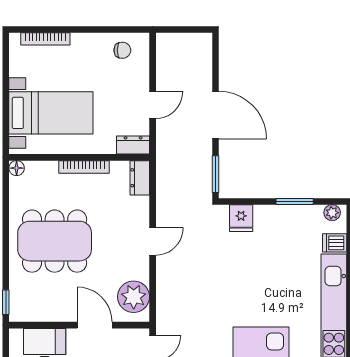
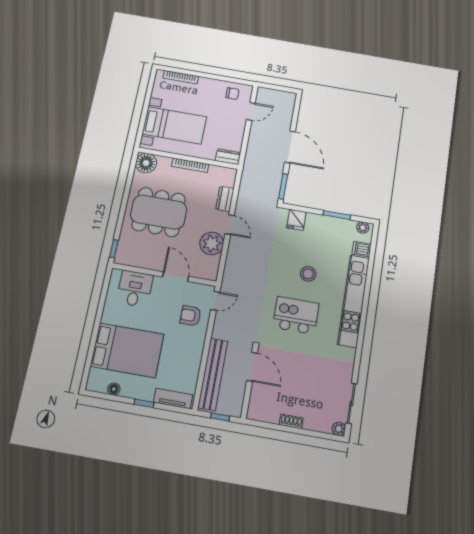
door: (153, 105) -> (251, 111), moved
floor lamp: (17, 168) -> (146, 163), width x1.89, depth x1.89
dresser: (140, 178) -> (225, 199), moved
door: (153, 241) -> (230, 225), hinge flipped
stool: (268, 290) -> (308, 274), added
plant: (134, 297) -> (212, 243), moved

